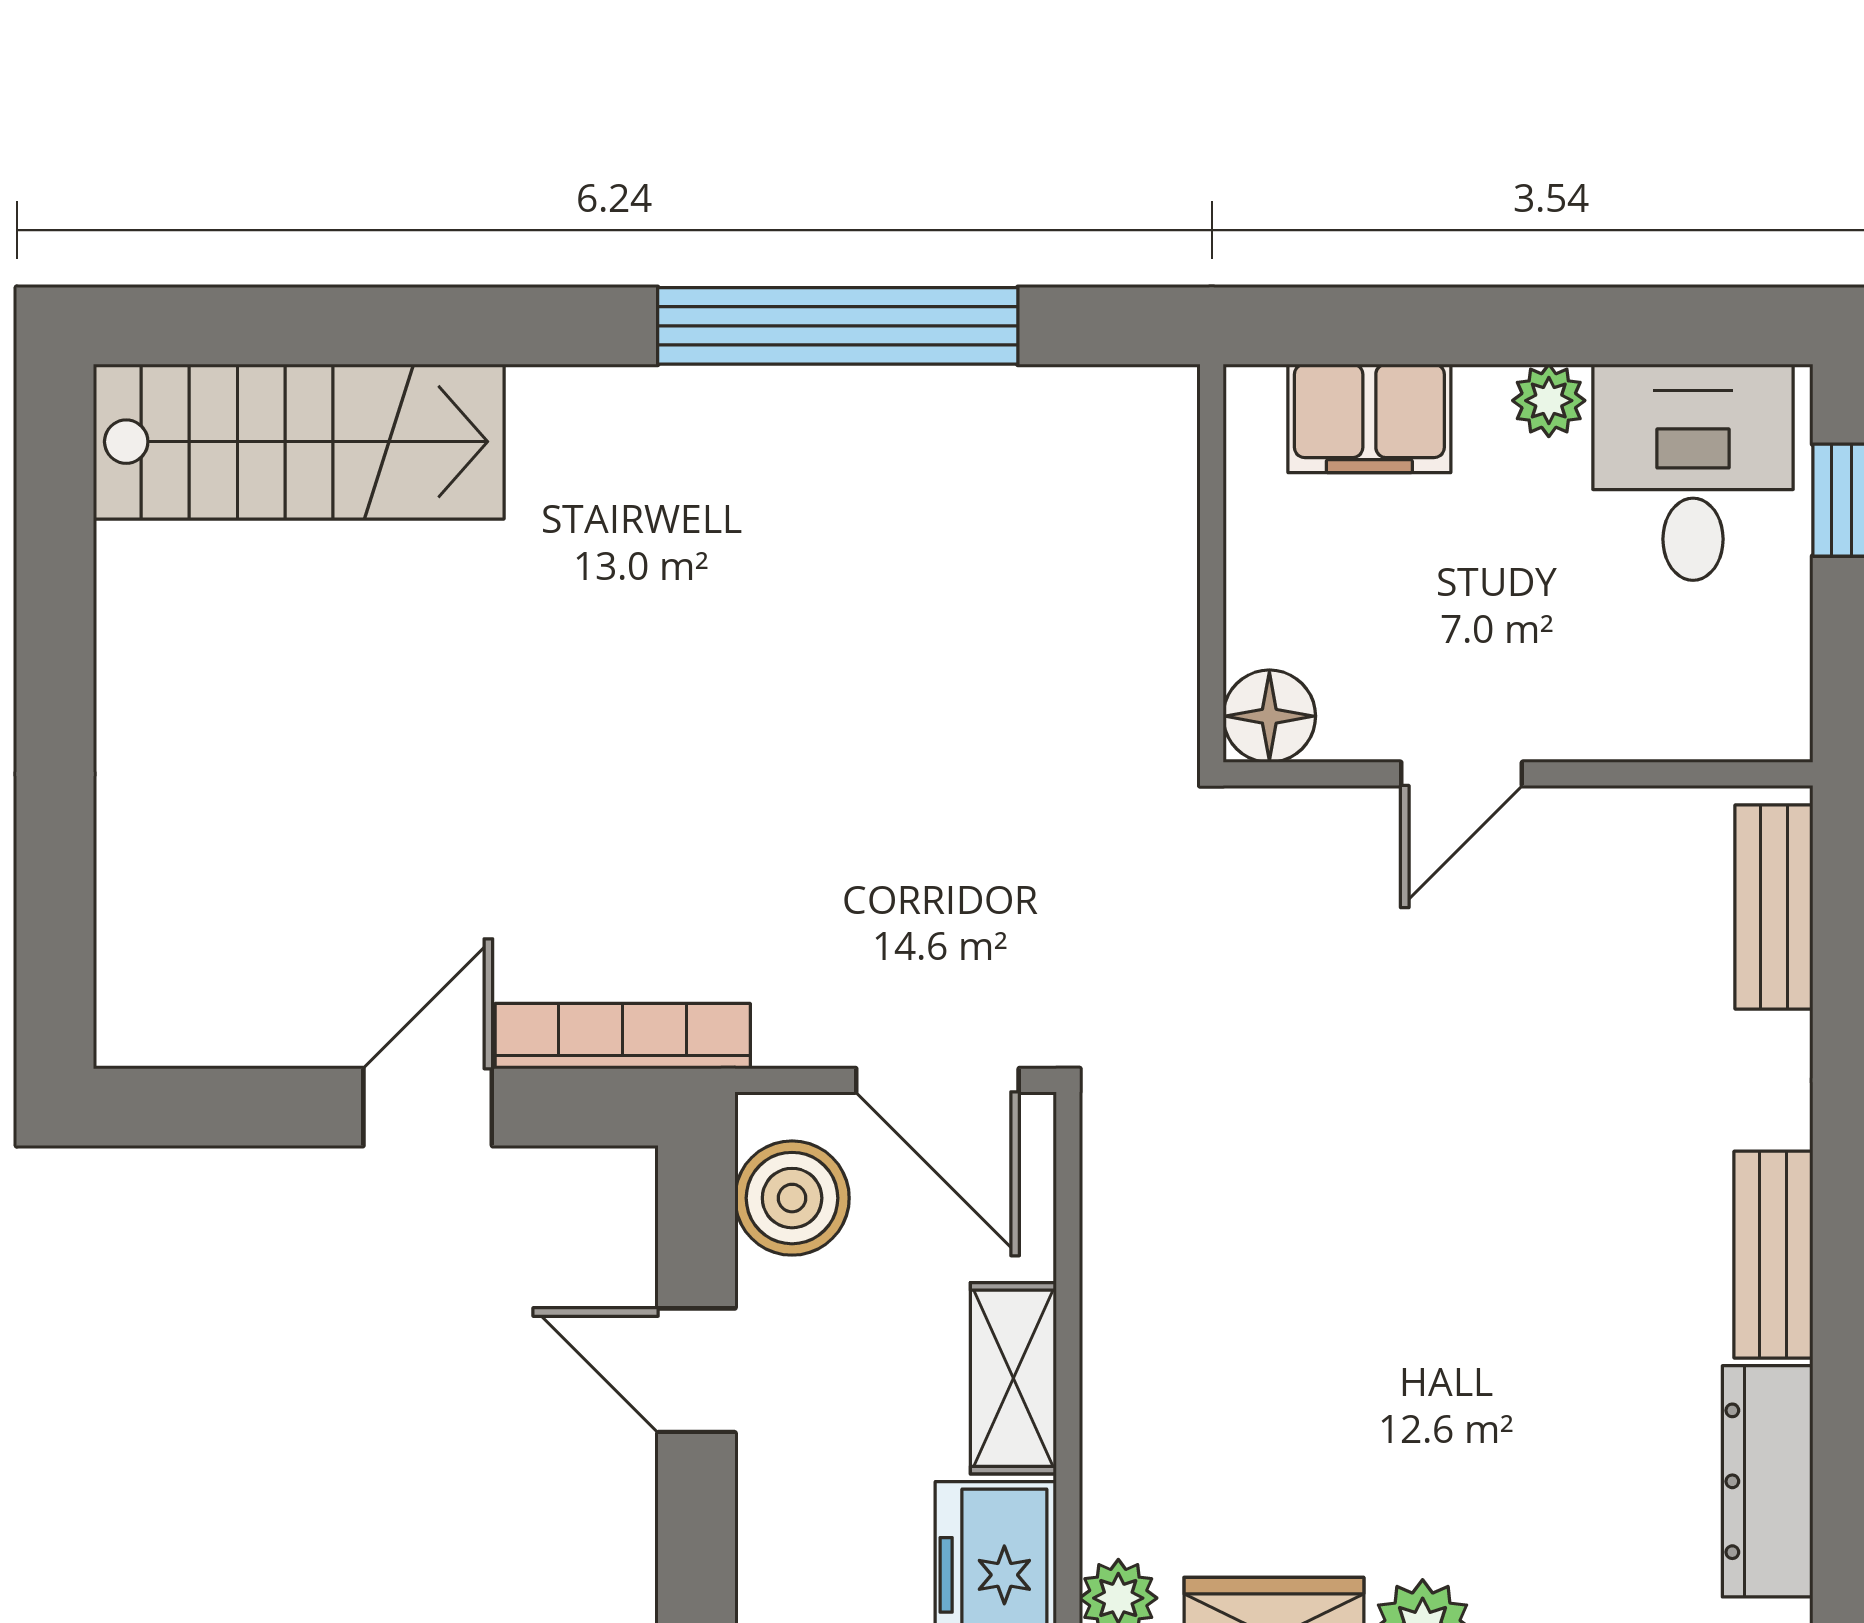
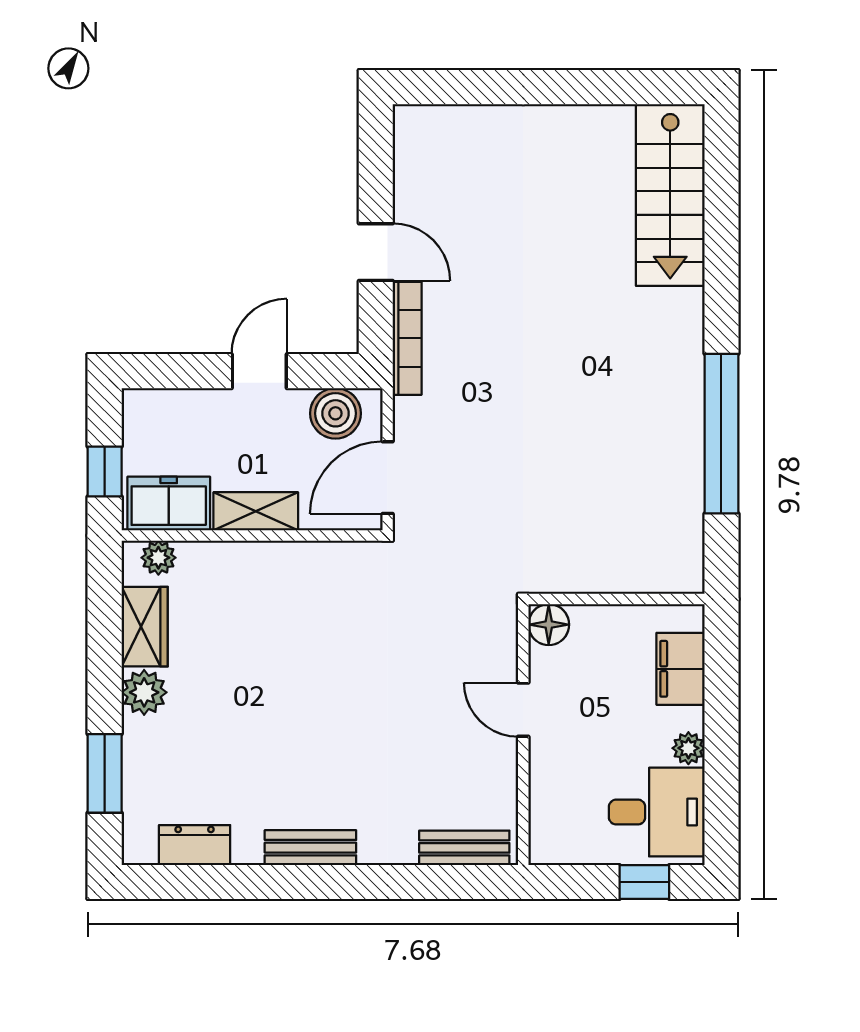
dresser: (1768, 1481) -> (195, 845), width x0.70

